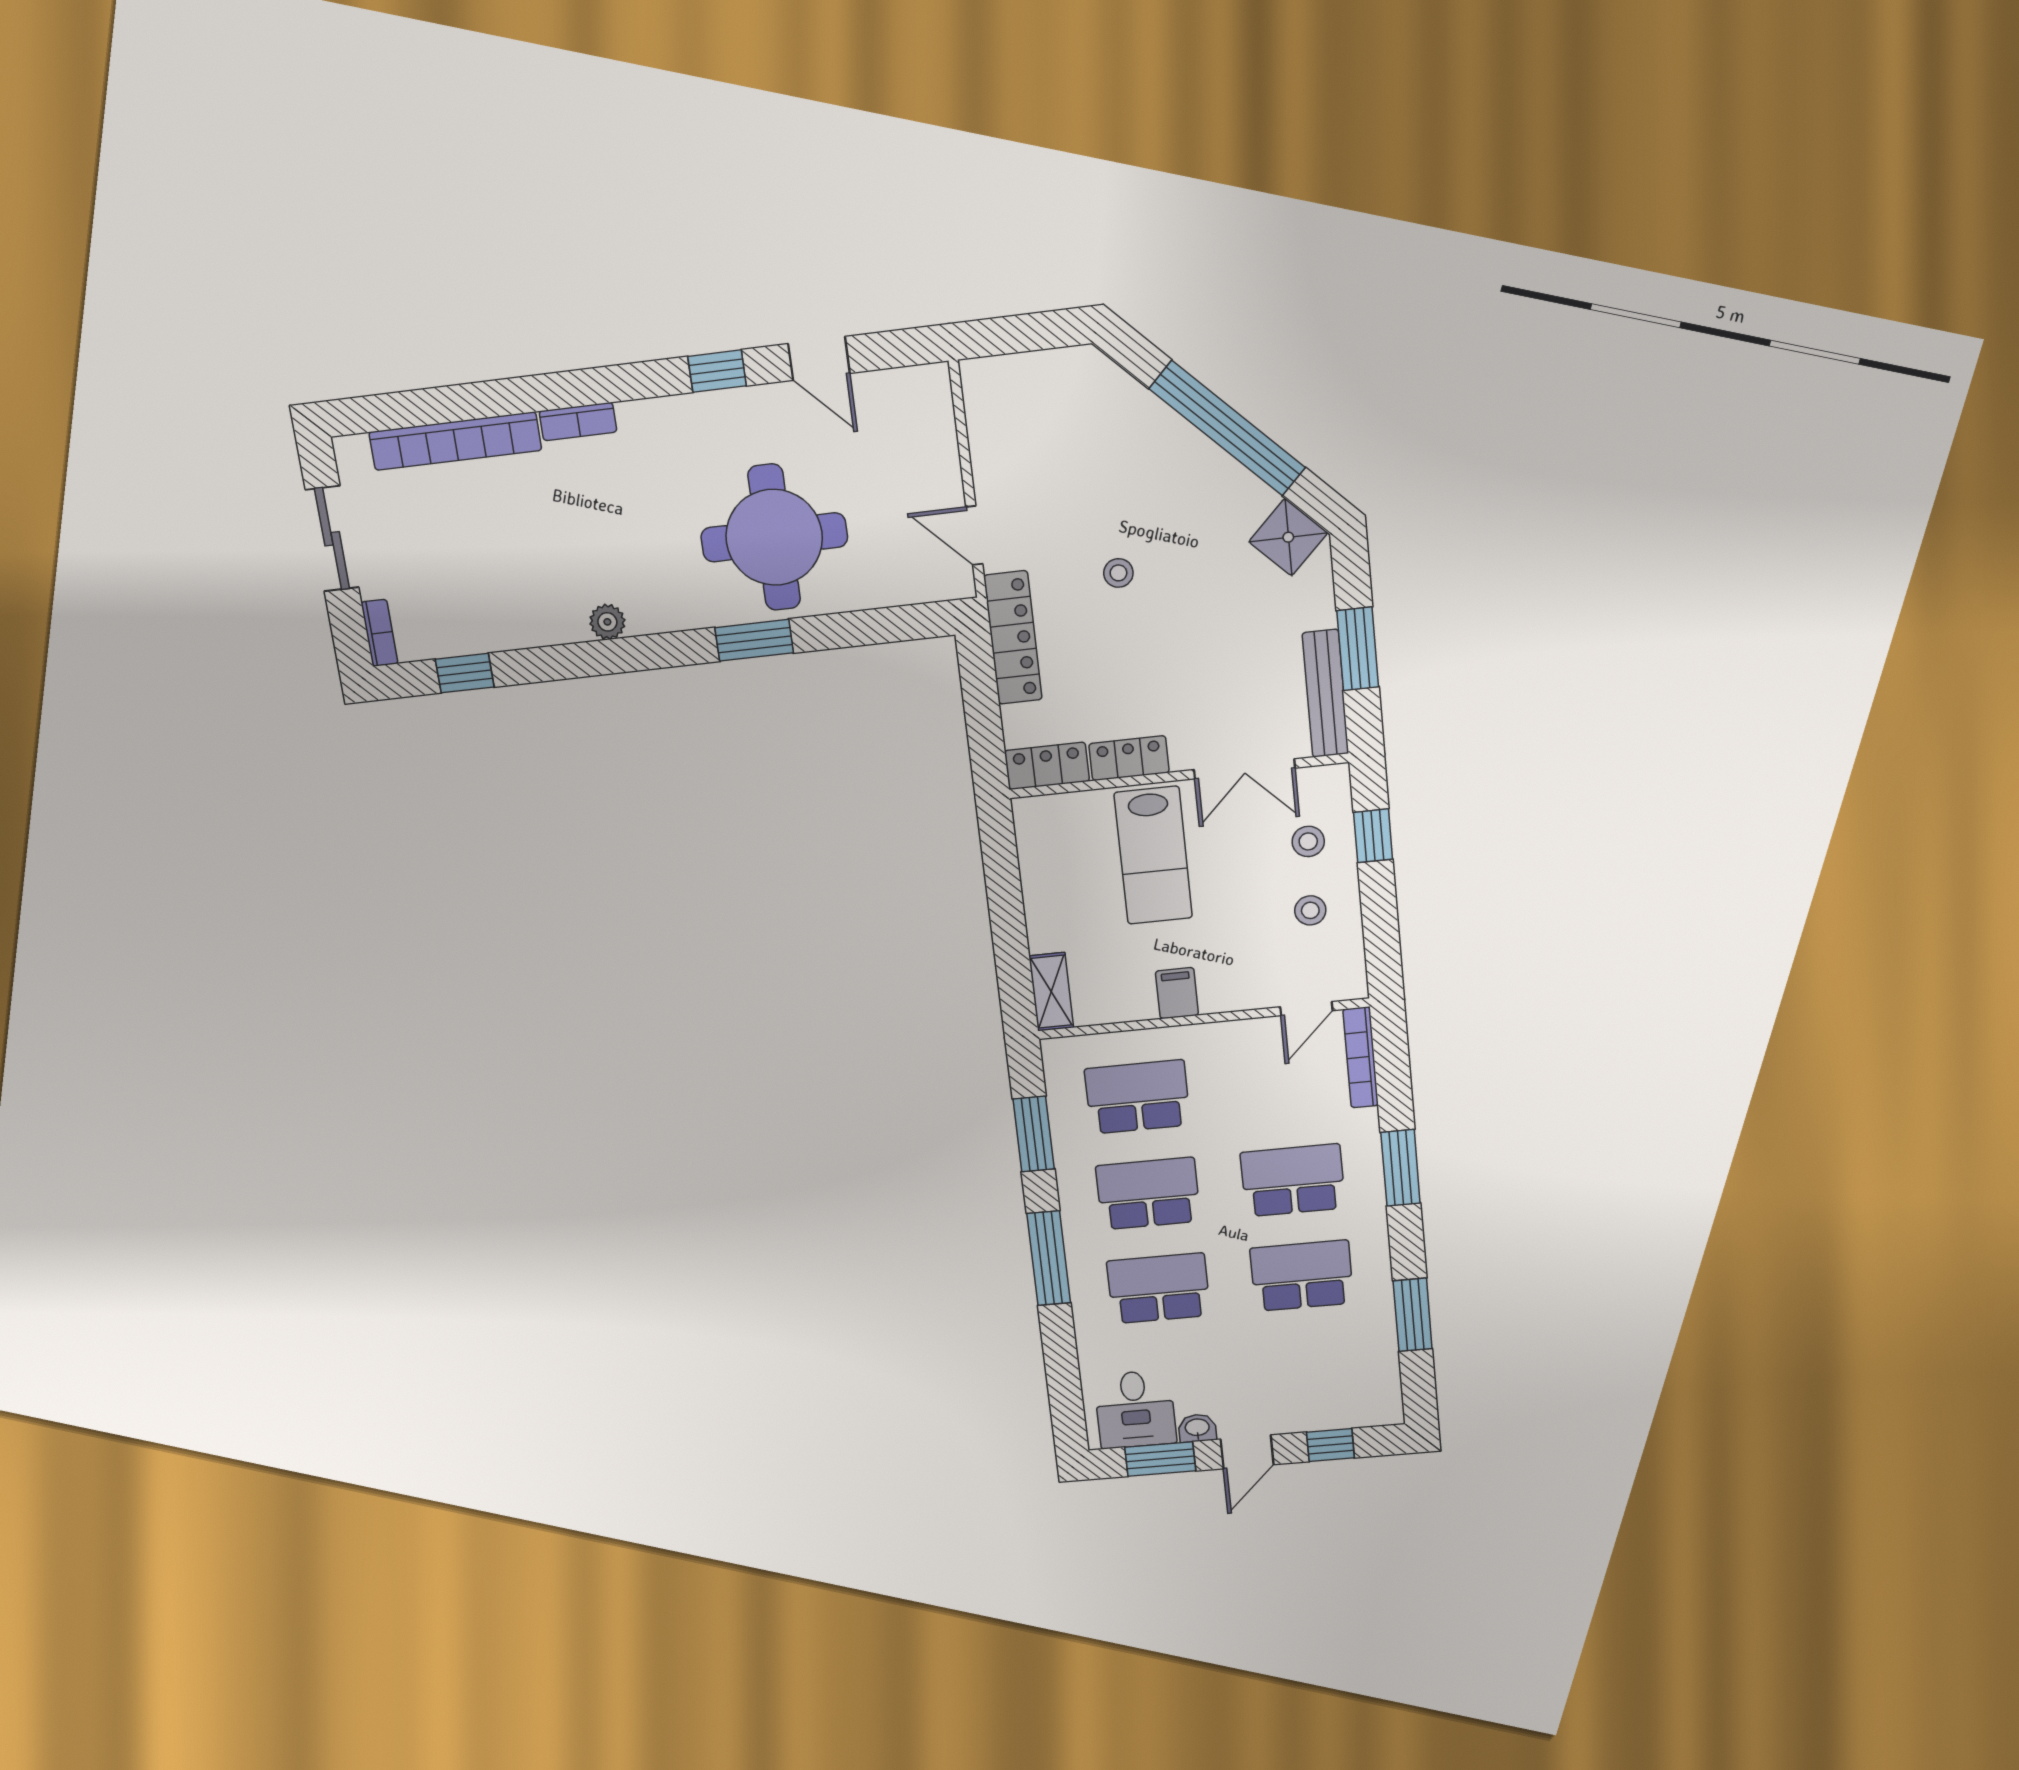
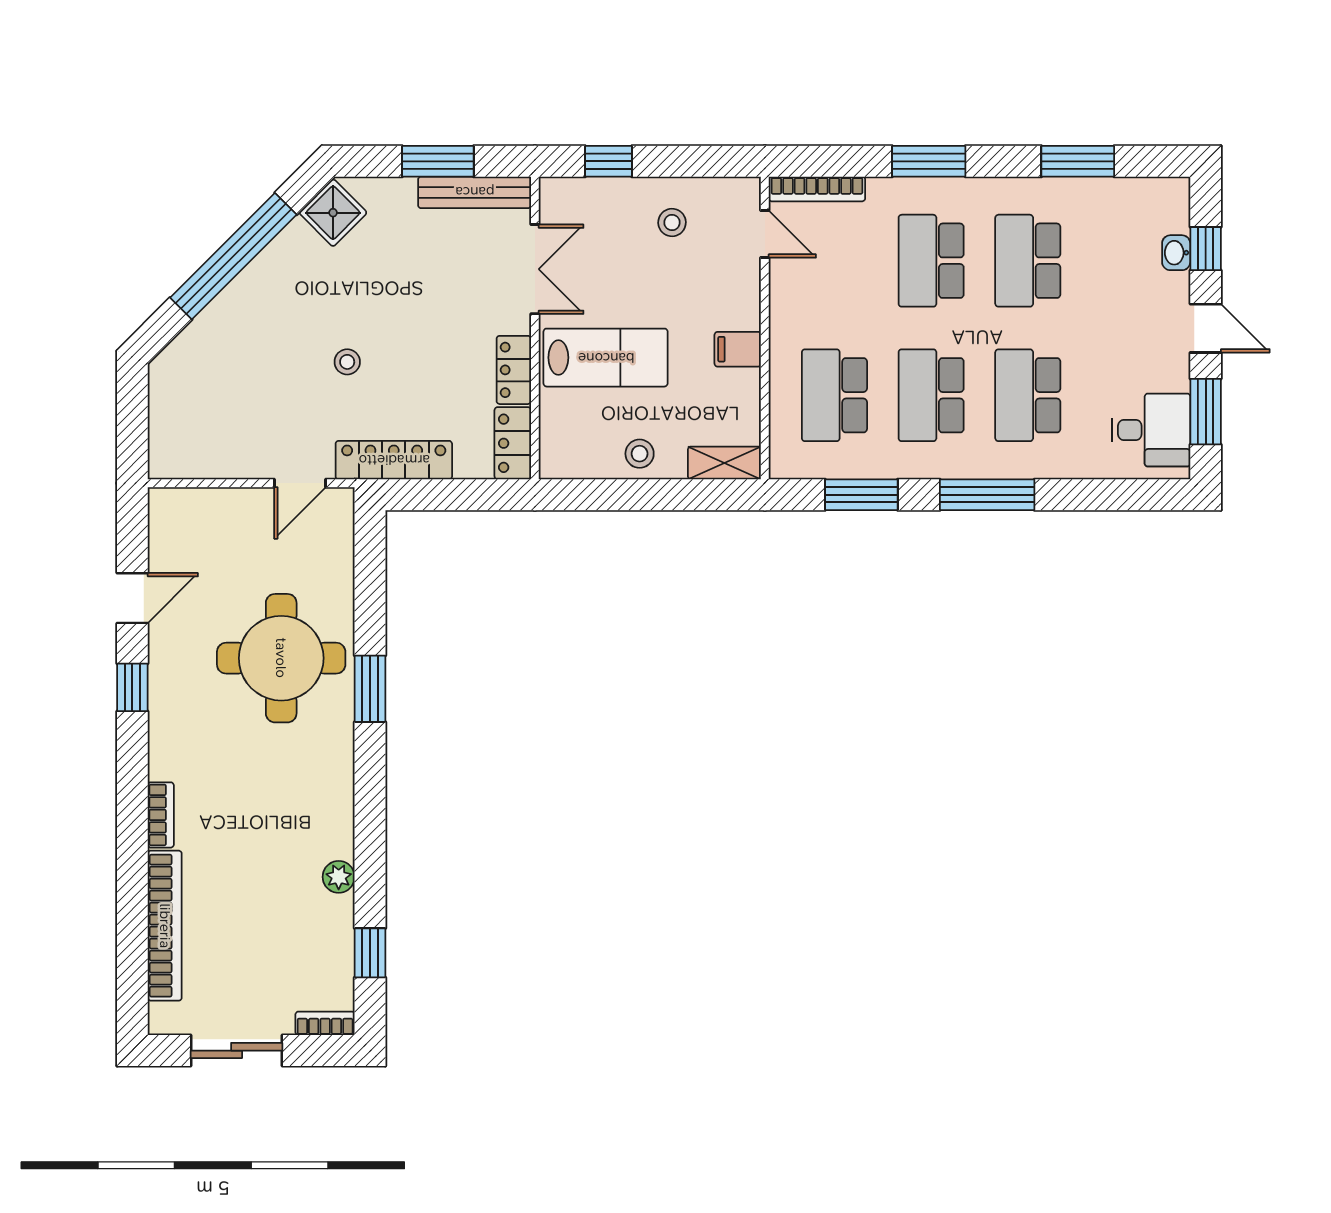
plant: (607, 622) -> (339, 877), moved
stool: (1308, 841) -> (640, 454), moved
washbasin: (1197, 1428) -> (1176, 253), moved

